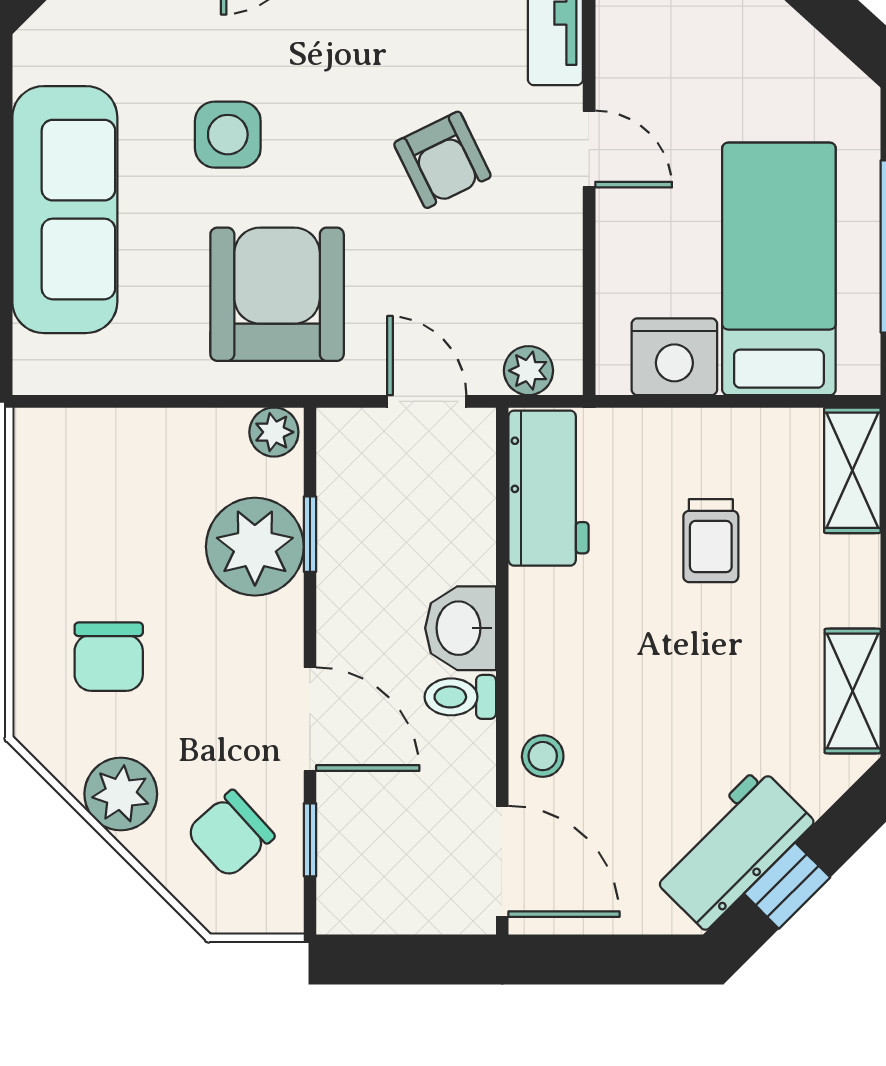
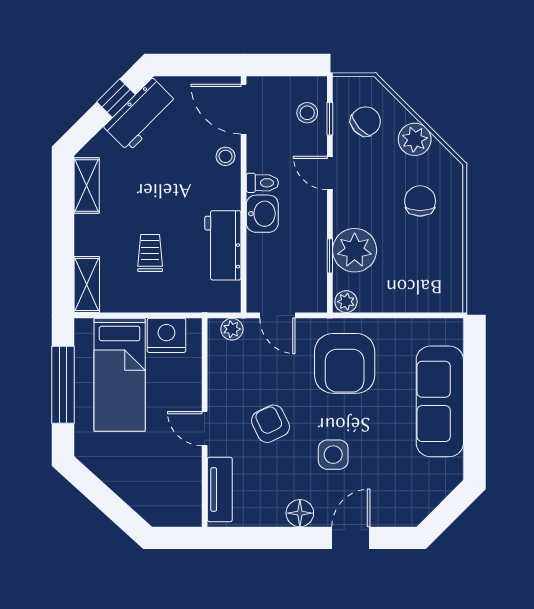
side table: (228, 135) -> (333, 455), moved
workbench: (549, 488) -> (223, 245), moved
door: (310, 719) -> (330, 173), width x0.73
stool: (361, 853) -> (307, 113), added

